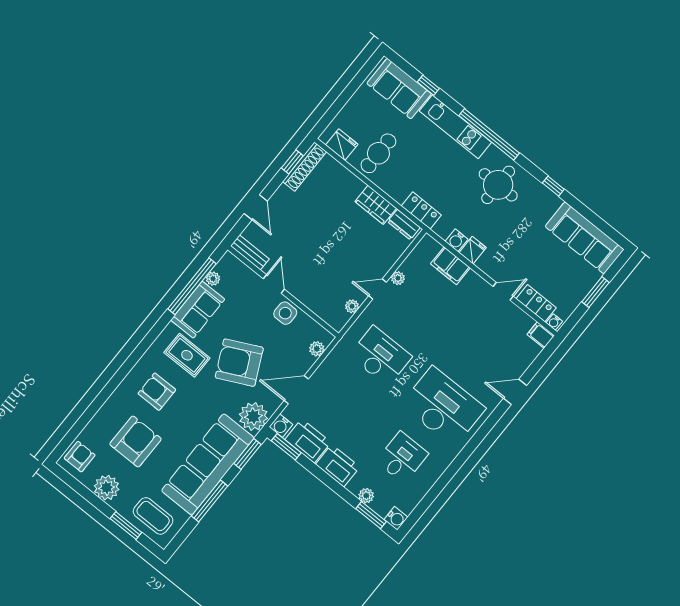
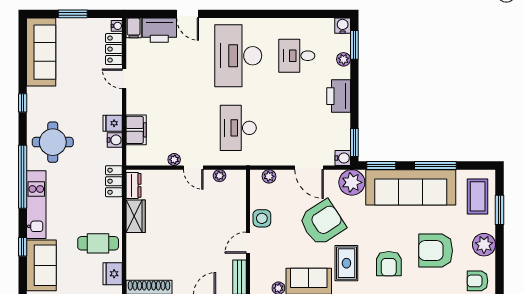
armchair: (239, 363) -> (322, 223), turned -97
printer: (308, 441) -> (159, 30), moved, turned -90

